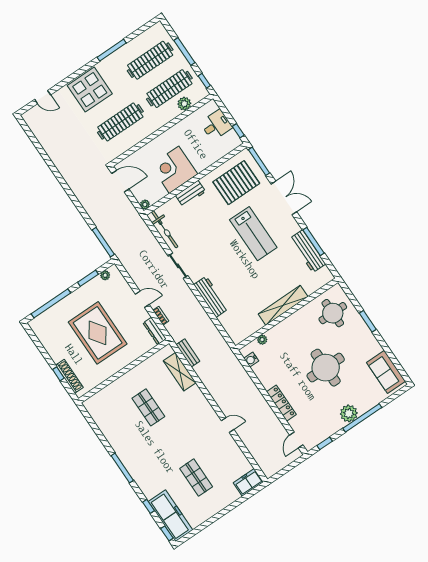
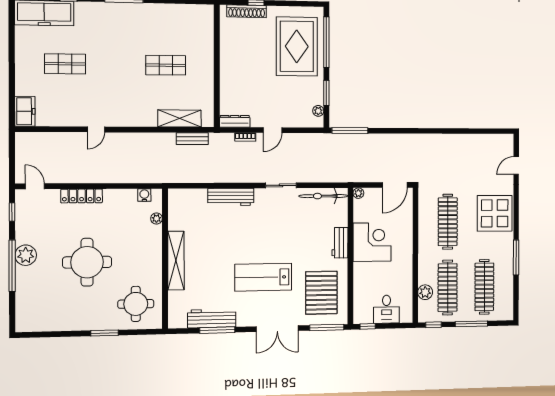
rug: (98, 333) -> (297, 46), moved, turned 90
sofa: (386, 372) -> (42, 319), removed

